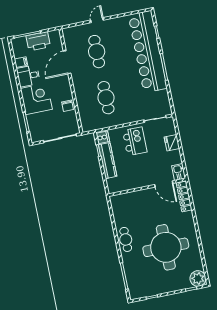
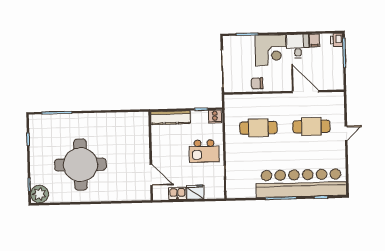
door: (97, 20) -> (346, 133), hinge flipped
printer: (38, 41) -> (337, 40), moved, width x0.53, depth x0.68
kitchen counter: (108, 161) -> (171, 118), moved
kitchen sink: (179, 172) -> (177, 193), moved
door: (164, 184) -> (151, 175), swing flipped
locker: (184, 197) -> (133, 195), removed
cafe table: (126, 239) -> (97, 122), removed

